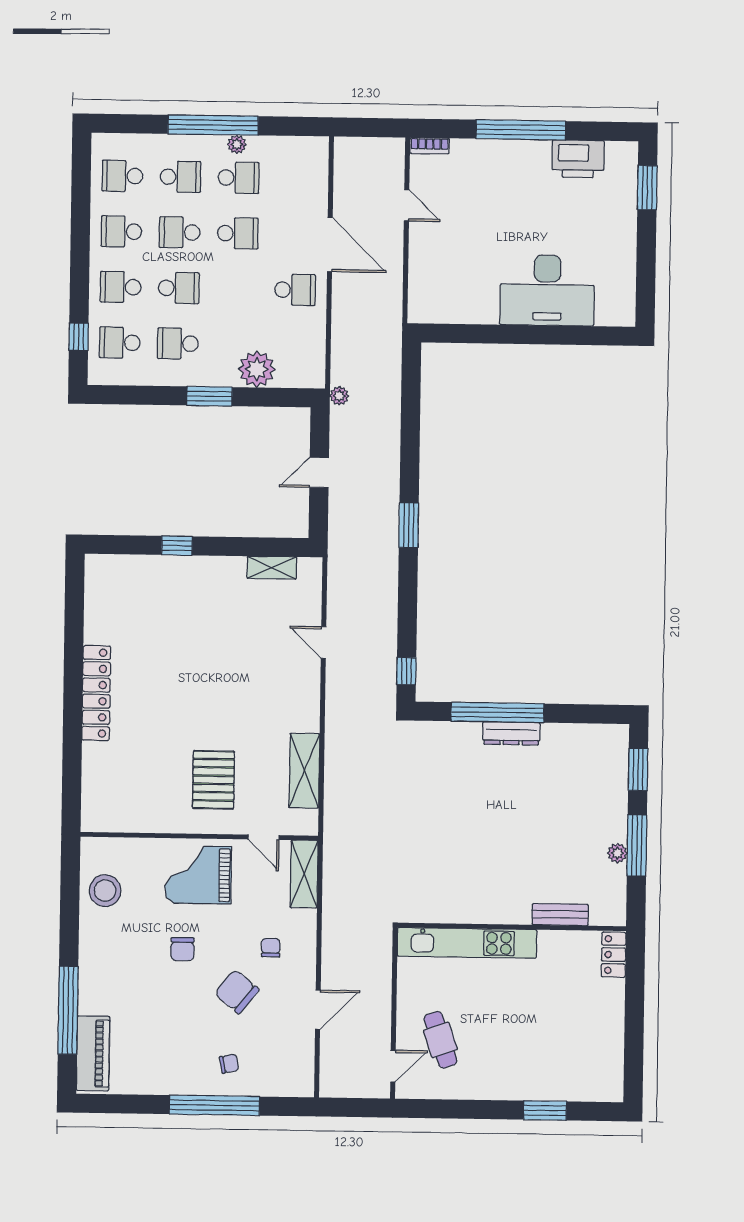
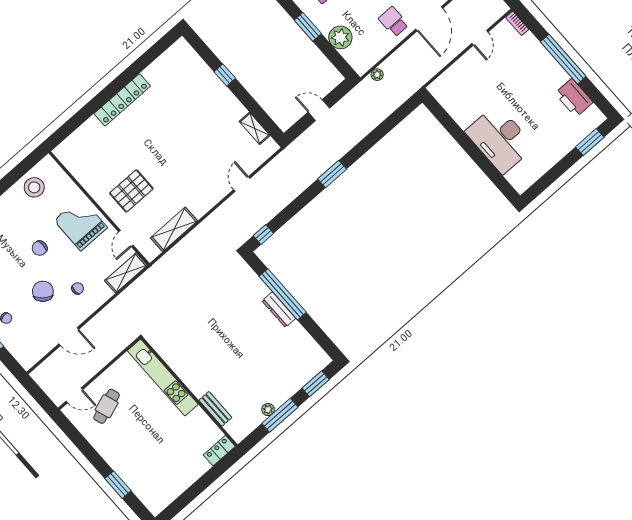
school desk: (295, 290) -> (393, 22), turned 180
plant: (339, 396) -> (377, 75), moved

